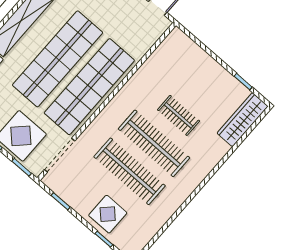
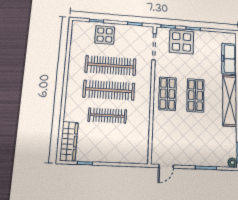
shop shelf: (58, 59) -> (195, 95), width x0.50, depth x0.74
shop shelf: (89, 87) -> (168, 94), width x0.50, depth x0.74
clothes rail: (179, 115) -> (107, 116), width x1.36

